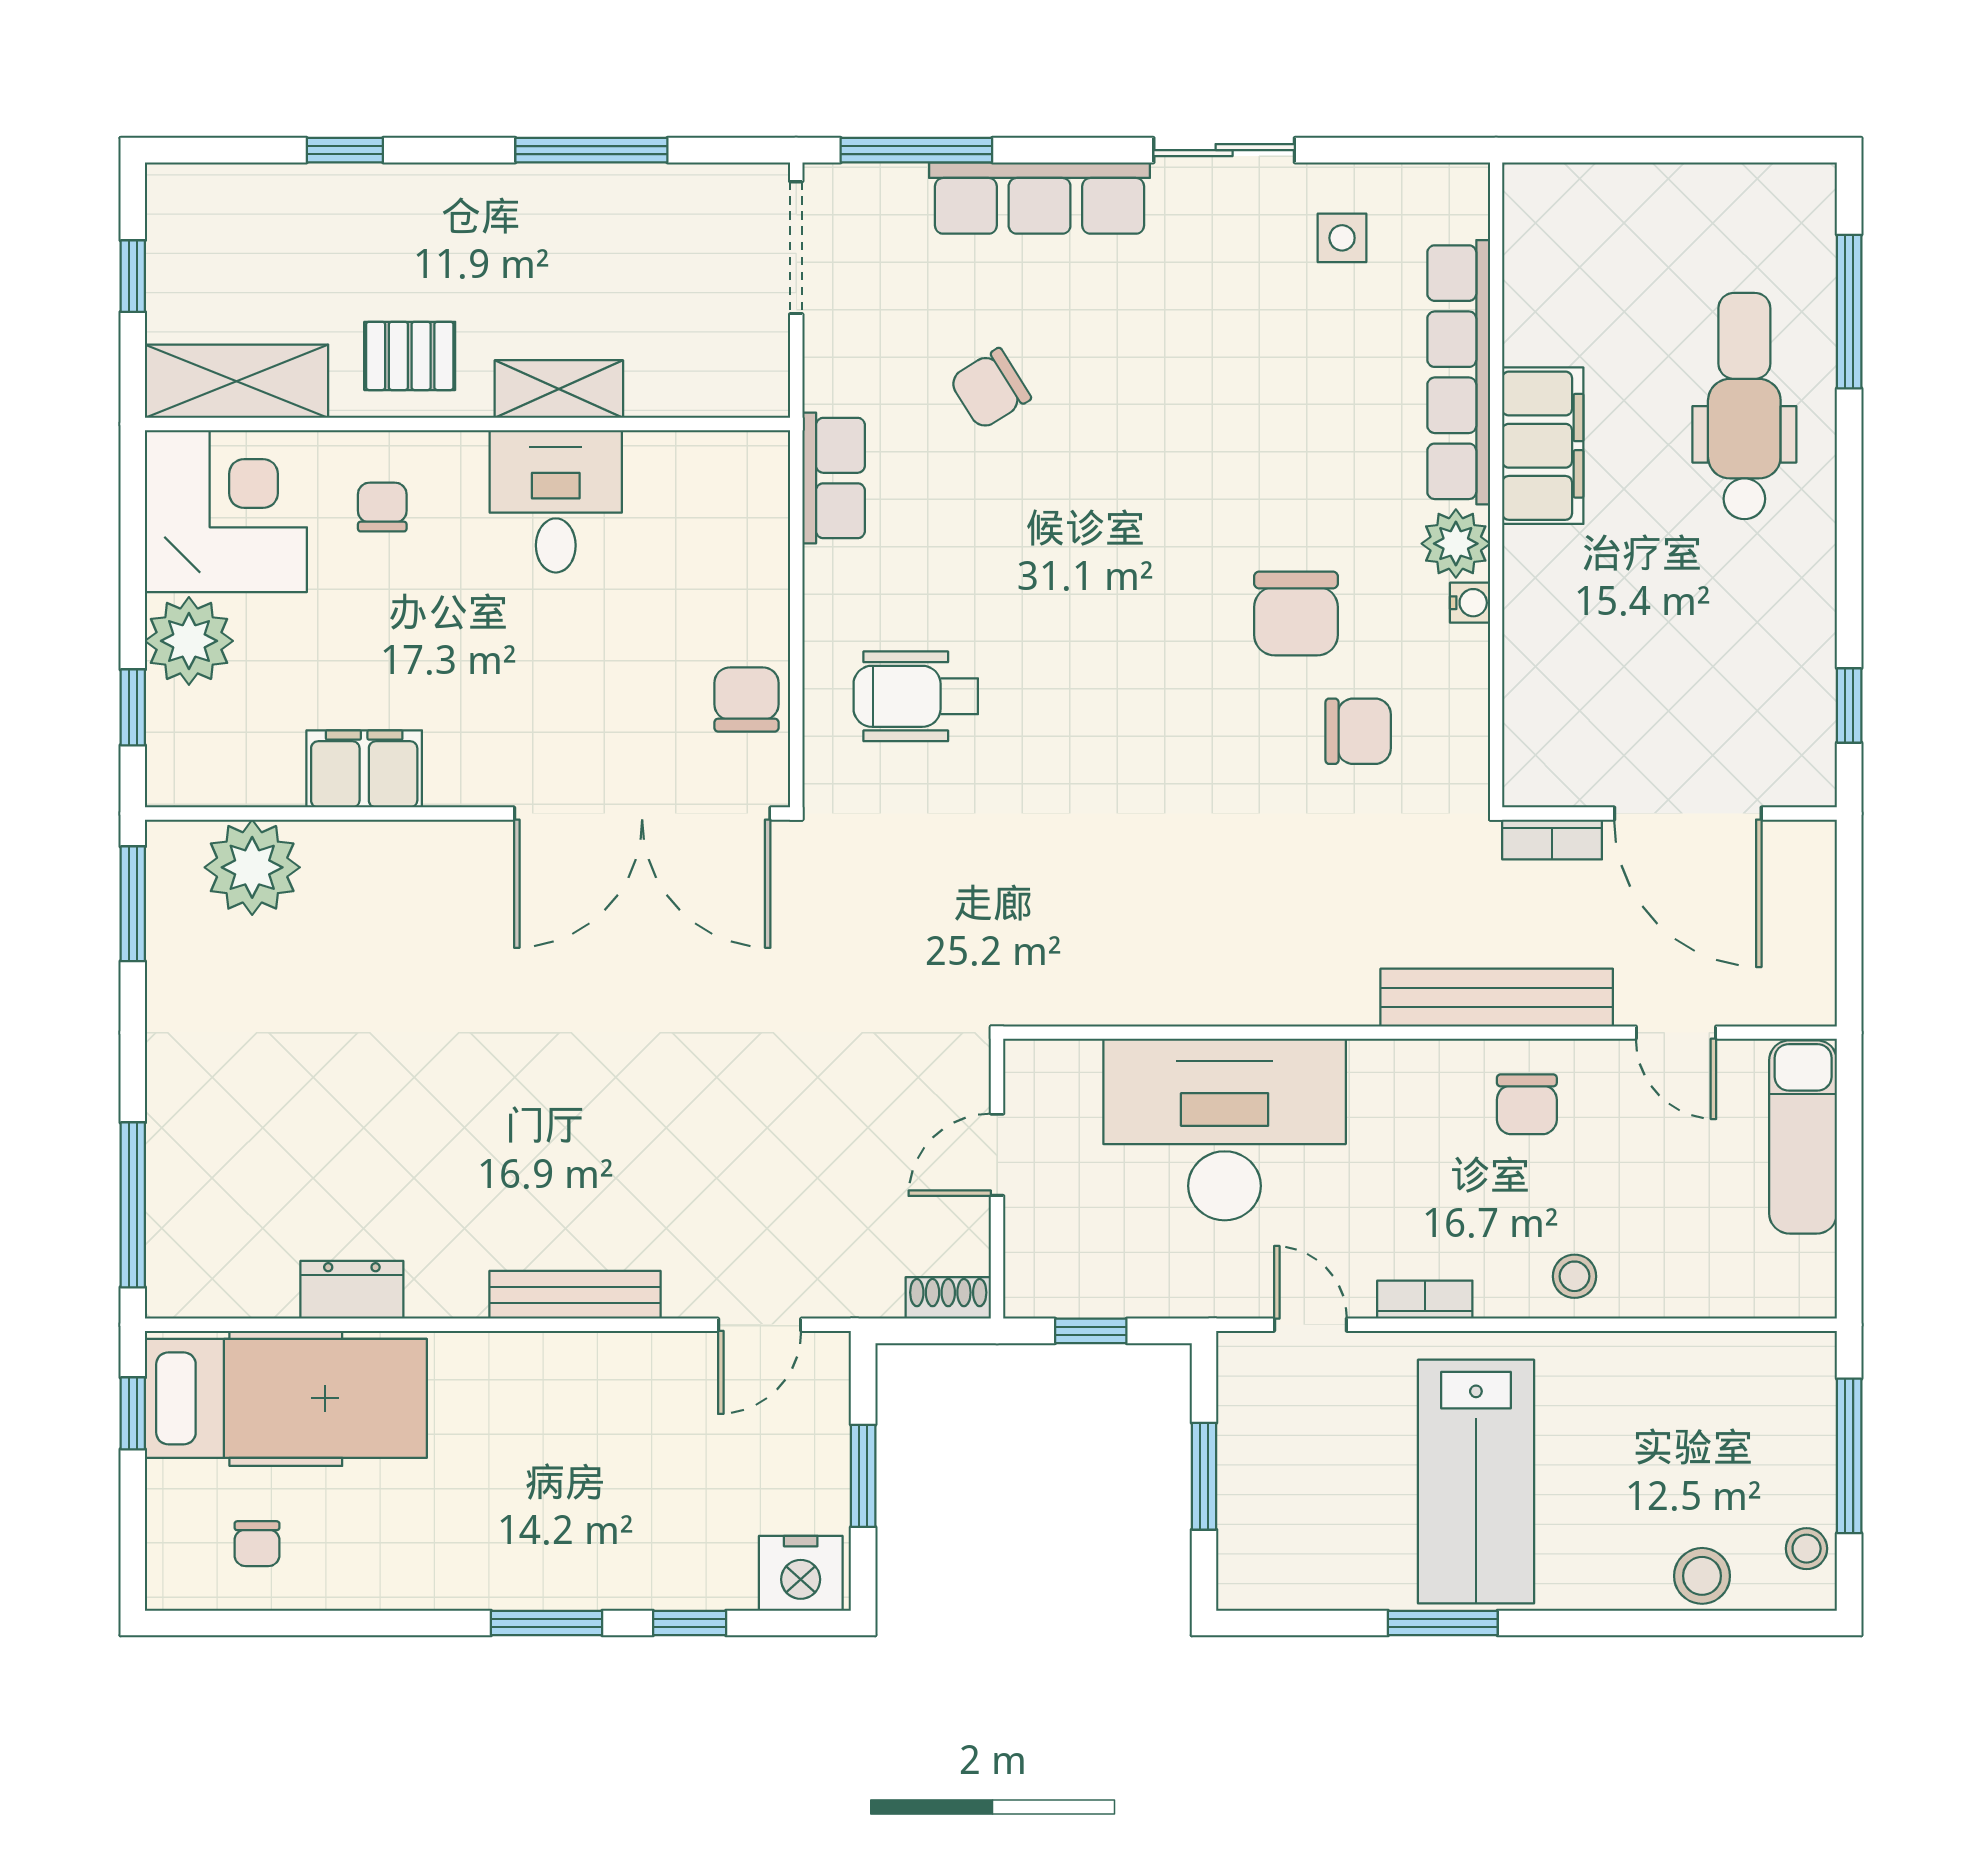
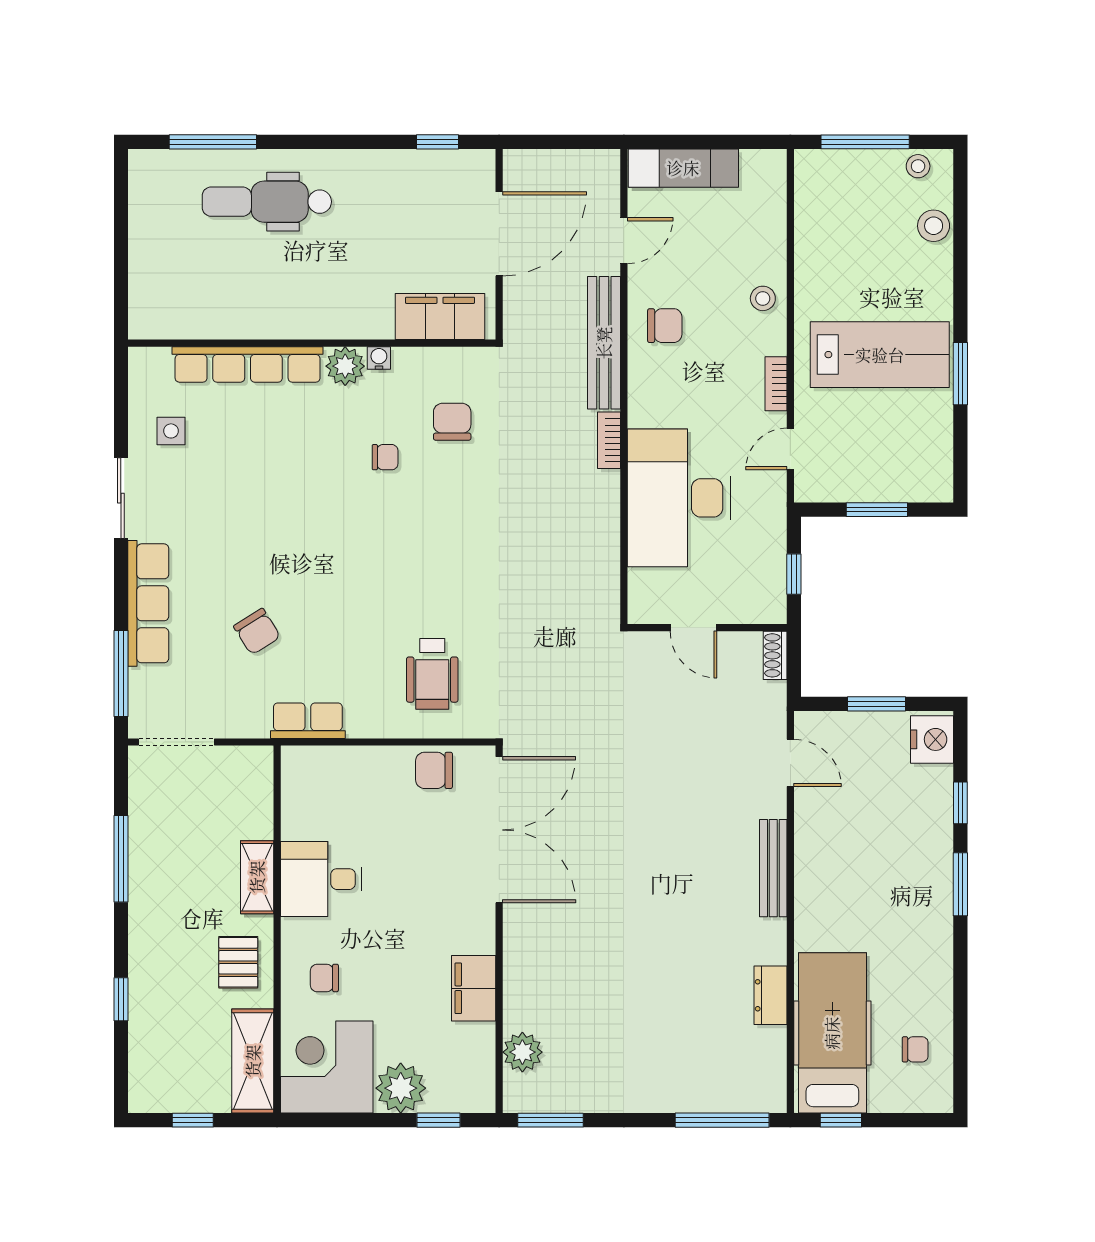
filing cabinet: (1543, 446) -> (440, 316), moved
chair: (1296, 613) -> (385, 457), width x0.54, depth x0.54
bookcase: (1552, 840) -> (609, 440), moved, turned 180
plant: (252, 867) -> (522, 1052), width x0.73, depth x0.73

